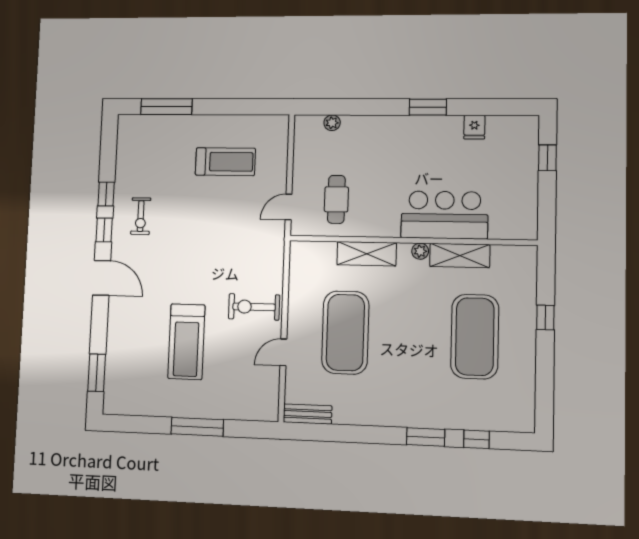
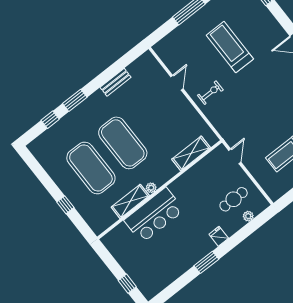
fridge: (474, 127) -> (219, 236), moved
cafe table: (336, 199) -> (234, 199), moved, turned 90
shelving: (367, 254) -> (191, 153), moved
exercise bike: (254, 307) -> (210, 93), width x0.73, depth x0.72
exercise mat: (345, 333) -> (123, 143), moved
bench: (308, 414) -> (116, 82), moved

